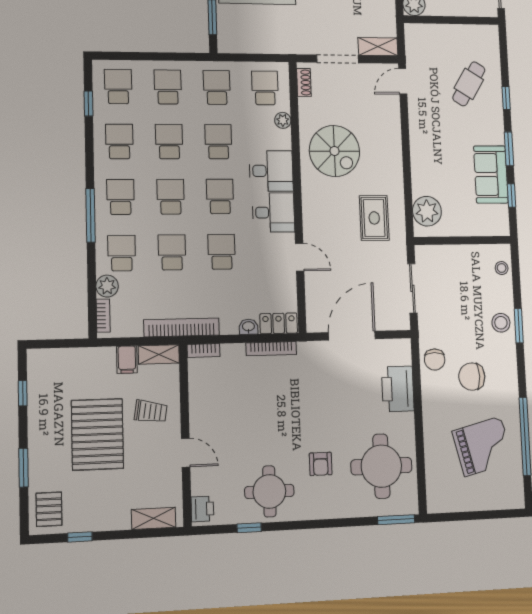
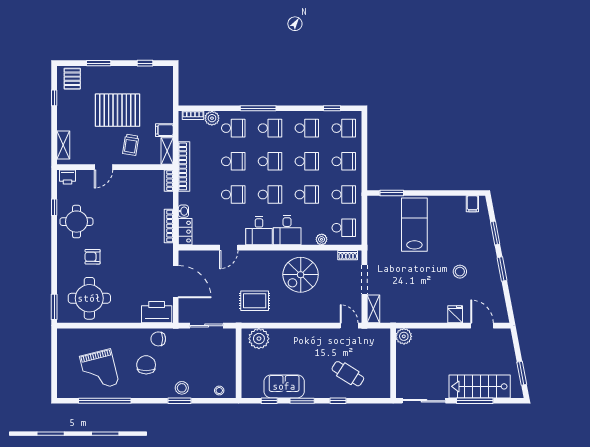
printer: (398, 389) -> (157, 312), moved
pallet: (49, 509) -> (72, 79), turned 90

